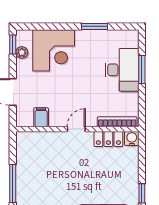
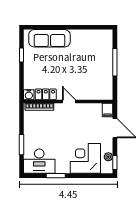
desk: (122, 70) -> (39, 161), moved, turned -90
filing cabinet: (41, 117) -> (107, 110), moved
door: (76, 129) -> (69, 101), swing flipped

